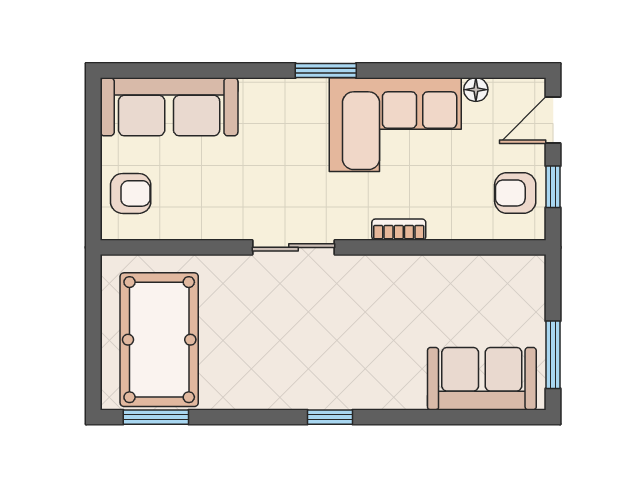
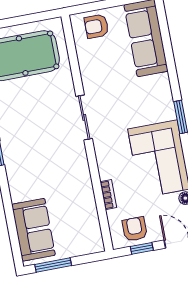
armchair: (131, 193) -> (96, 26), turned 90
bookcase: (399, 230) -> (108, 195), moved

